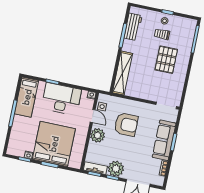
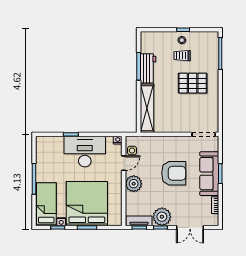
workbench: (133, 27) -> (148, 68), moved
pallet: (166, 60) -> (193, 83), turned 90
bed: (27, 97) -> (46, 204), moved, turned 180
door: (93, 116) -> (124, 163), hinge flipped
armchair: (126, 125) -> (174, 173), moved

